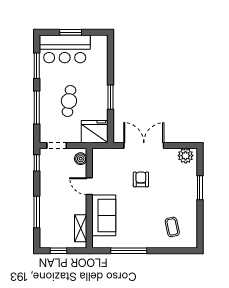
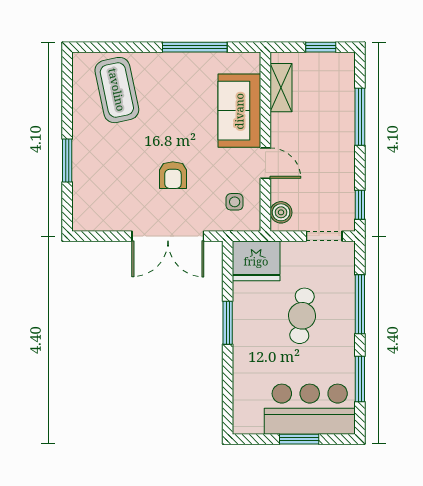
plant: (186, 156) -> (93, 218), removed
side table: (107, 165) -> (235, 202), added
coffee table: (172, 227) -> (117, 90), width x1.86, depth x1.72

